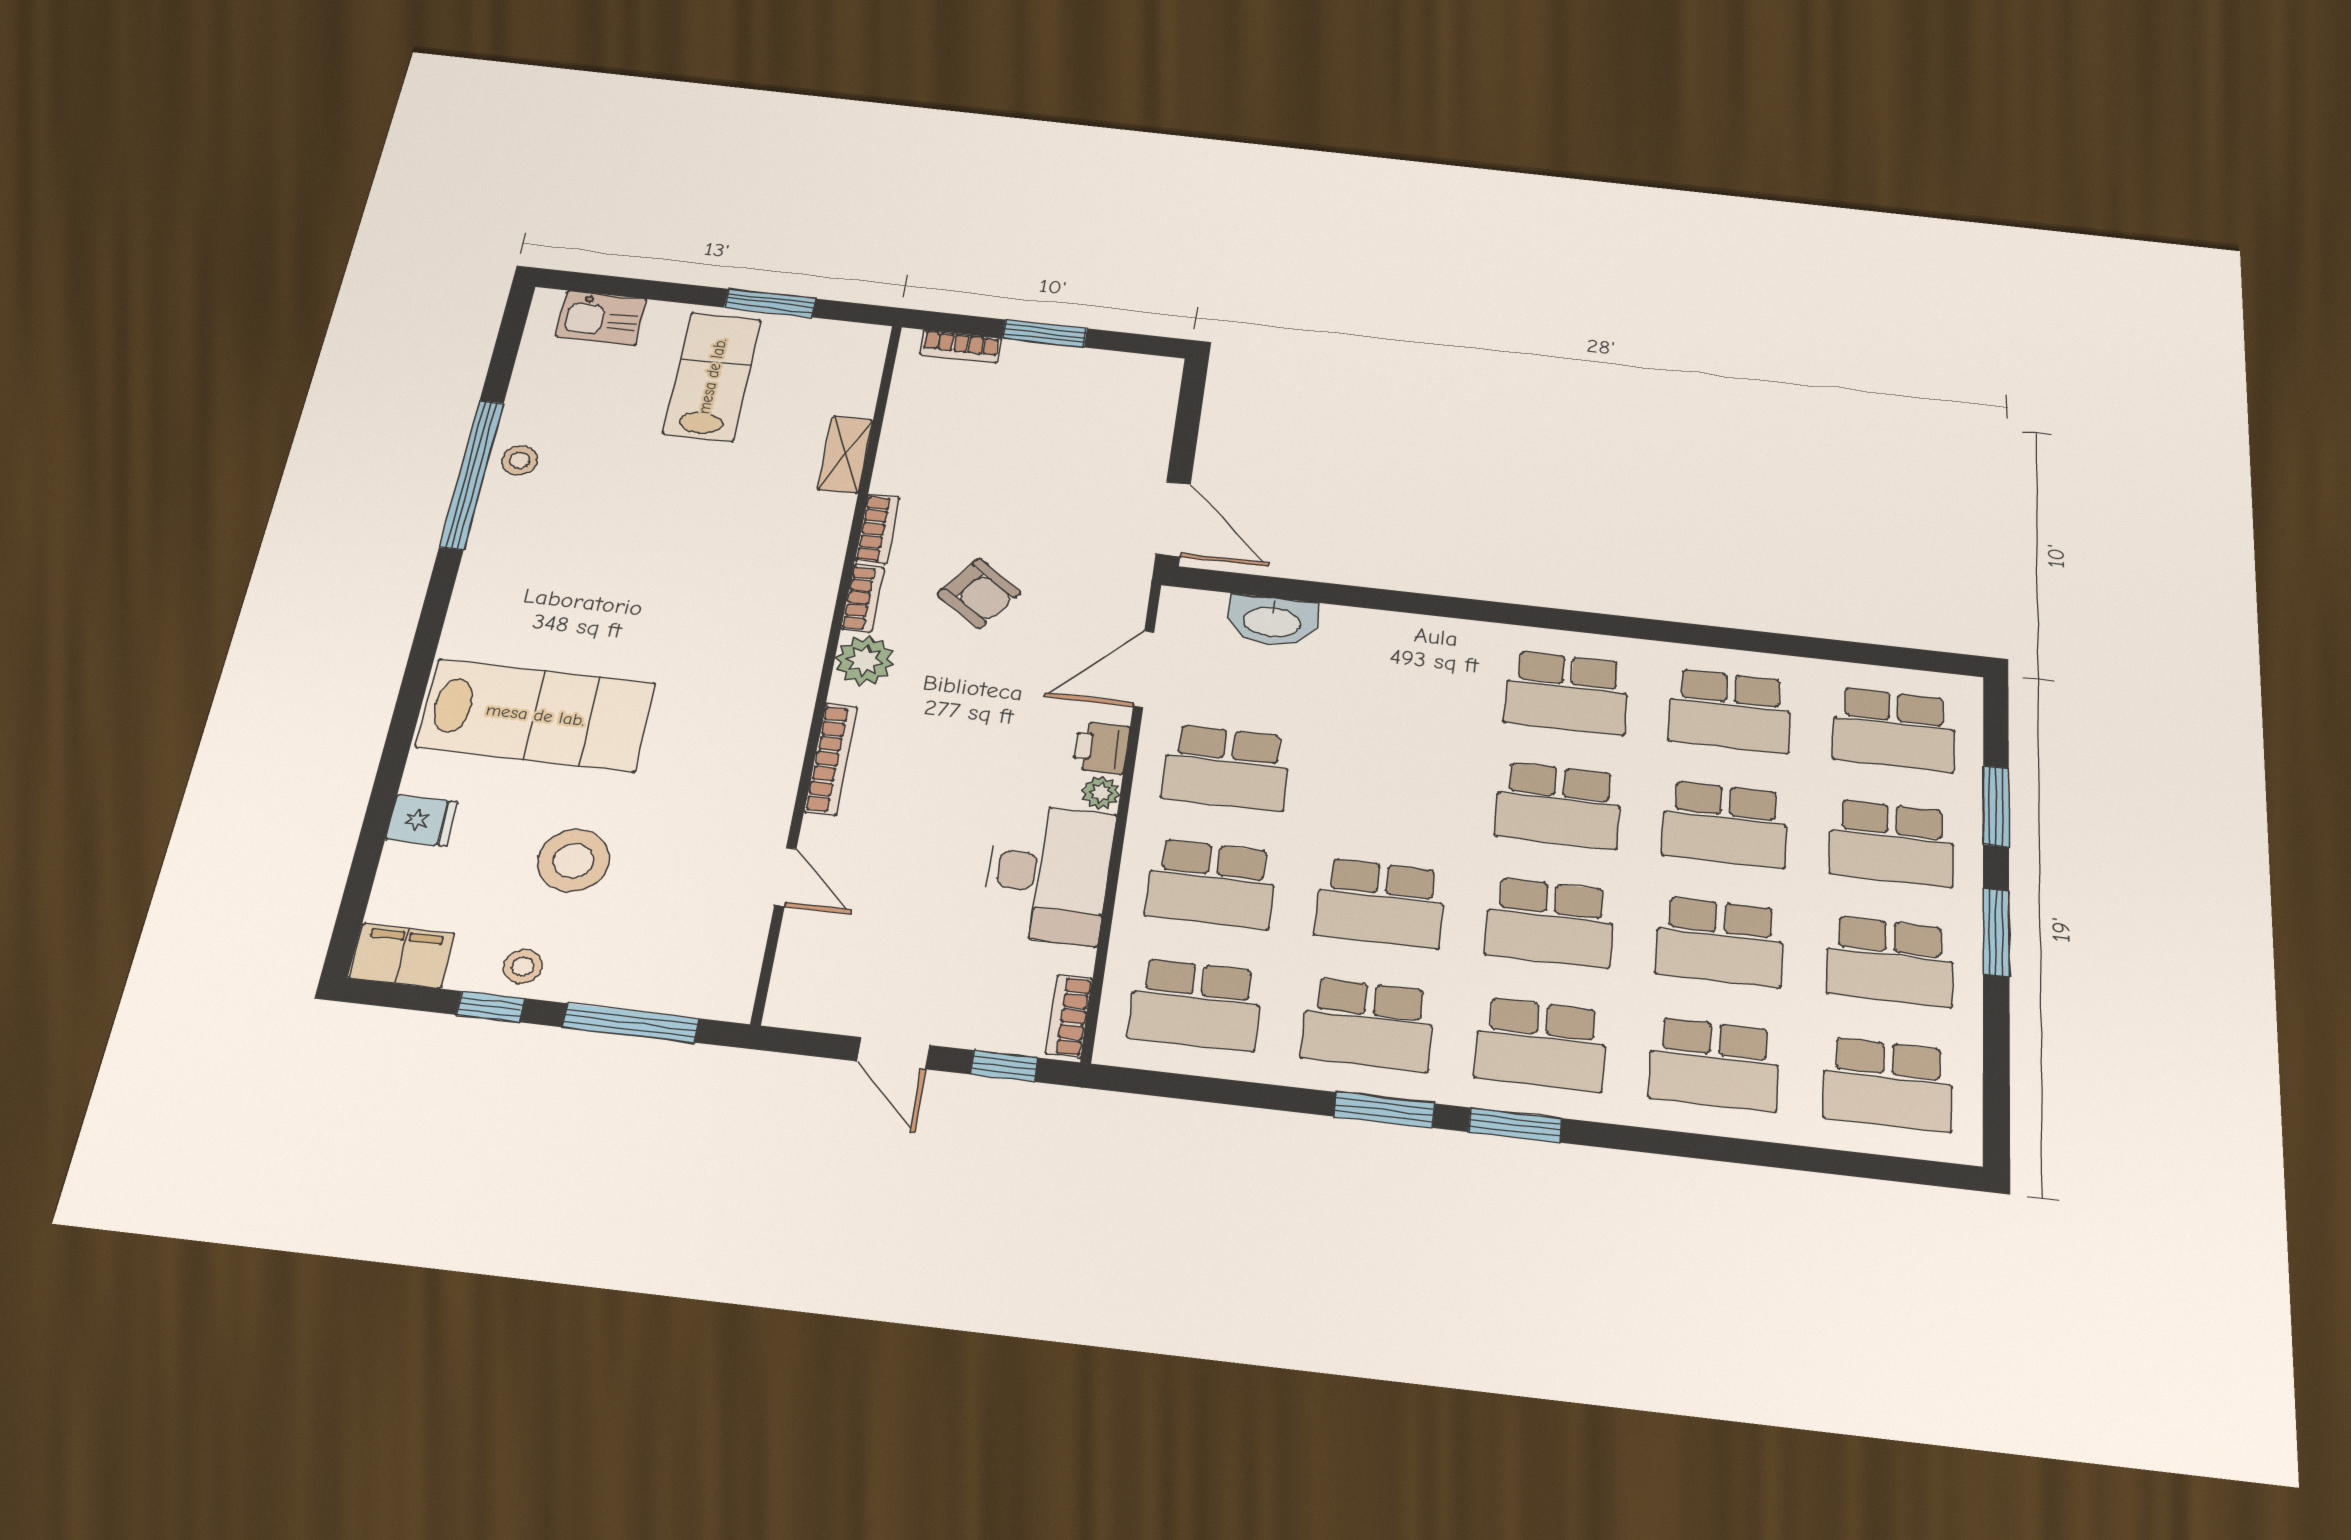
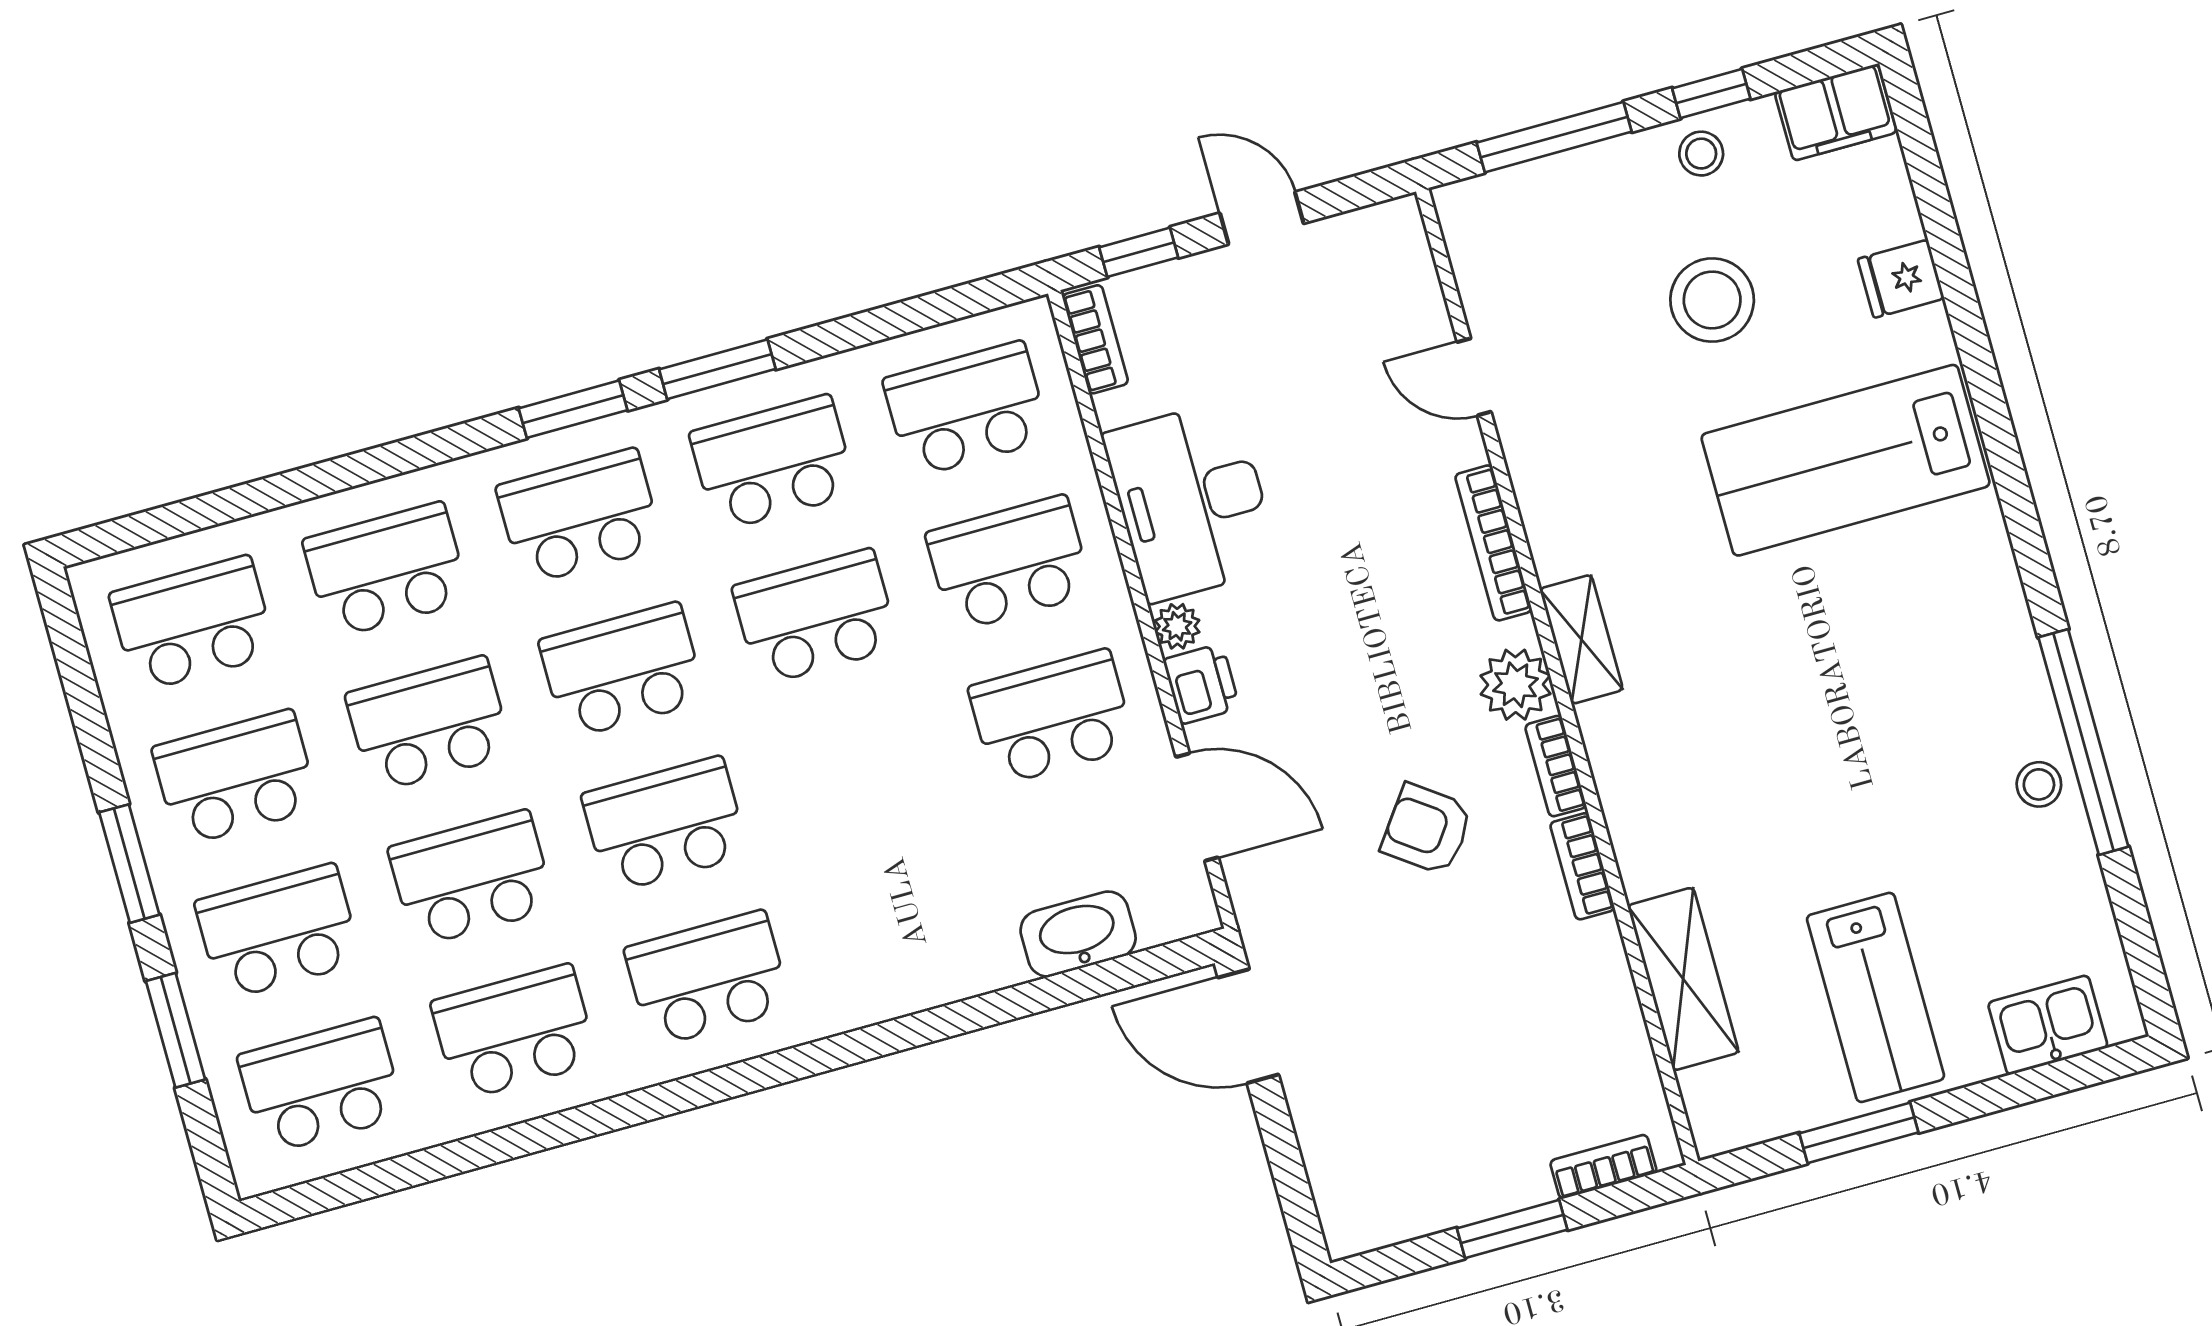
shelving: (845, 455) -> (1683, 979), width x1.50, depth x1.33
door: (1144, 669) -> (1197, 807), hinge flipped
shelving: (799, 672) -> (1581, 639), added

